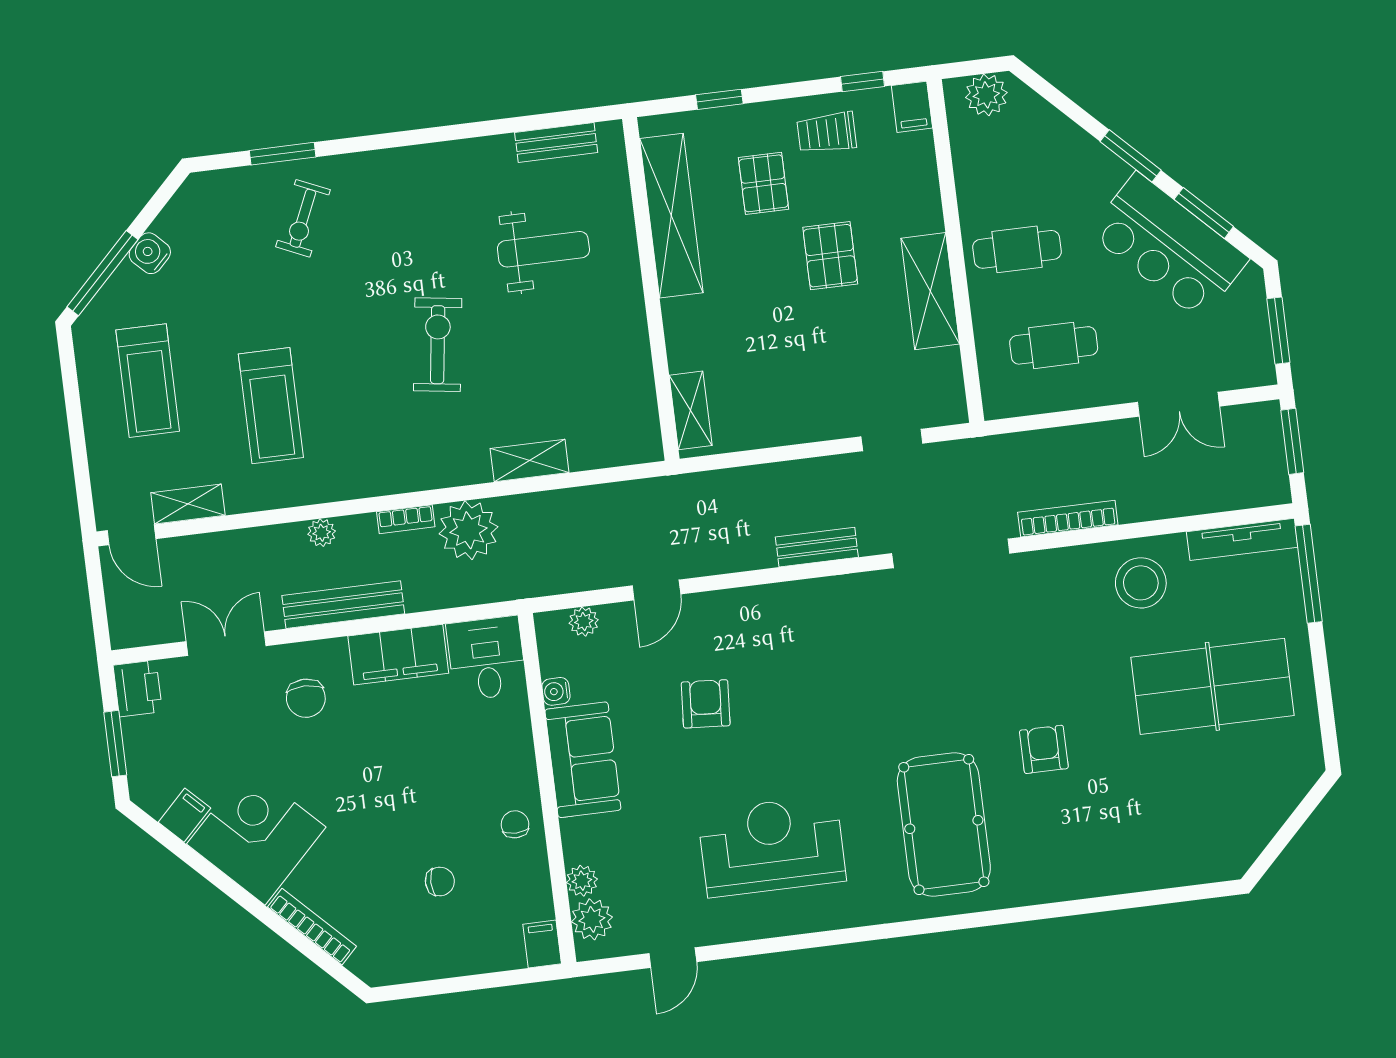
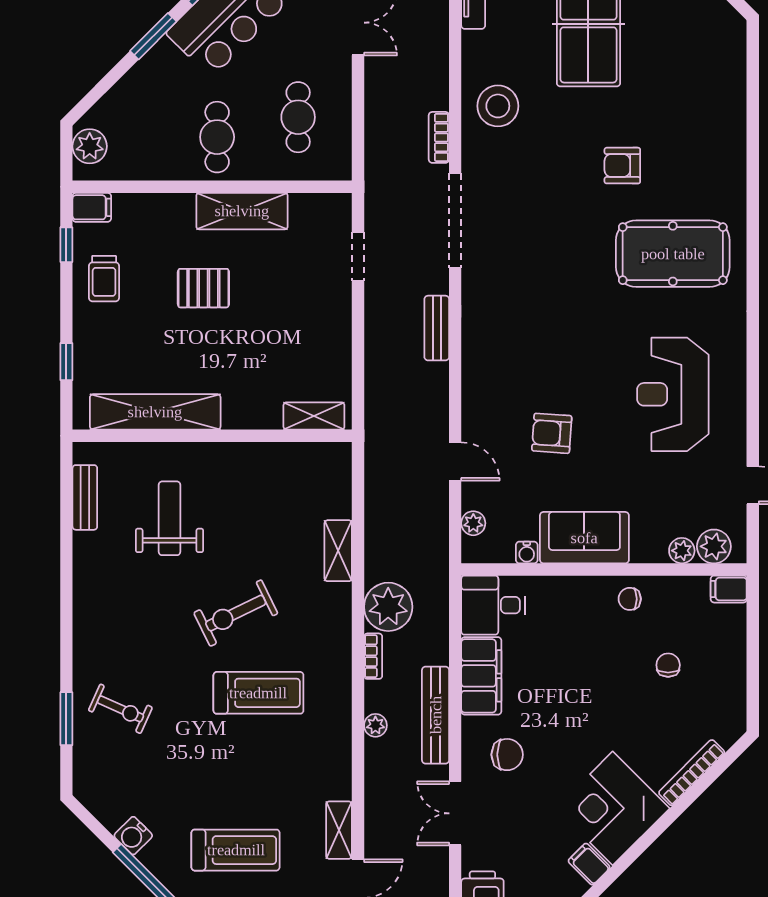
pallet: (763, 183) -> (138, 335), removed
exercise bike: (438, 345) -> (236, 613), turned -34
treadmill: (271, 406) -> (258, 693), moved
bookcase: (1068, 519) -> (439, 137), width x0.64
stool: (1141, 583) -> (498, 106), moved

